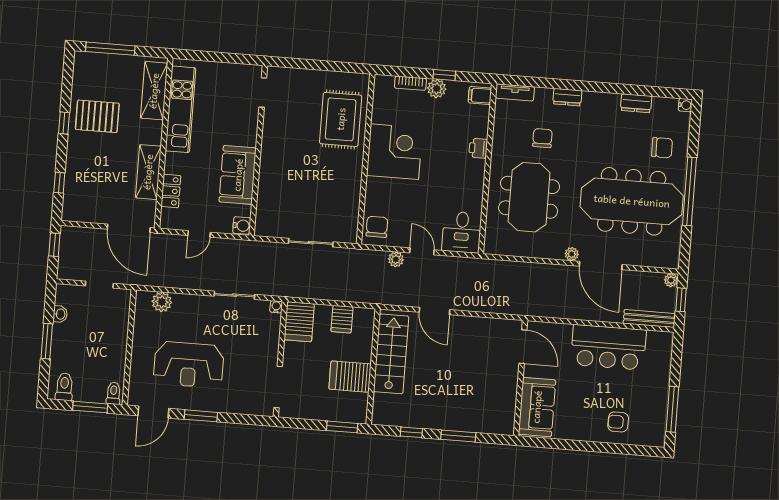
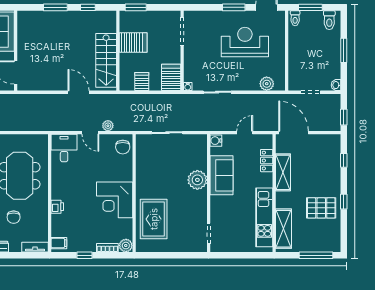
plant: (437, 89) -> (126, 246), moved
plant: (273, 171) -> (197, 180), added
washbasin: (60, 314) -> (336, 85), moved

